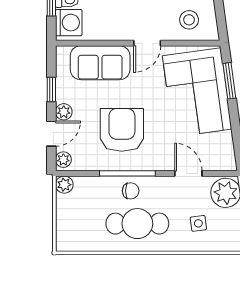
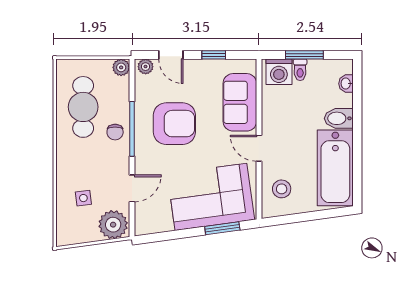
plant: (64, 112) -> (192, 67), removed
cafe table: (137, 224) -> (83, 107), moved

